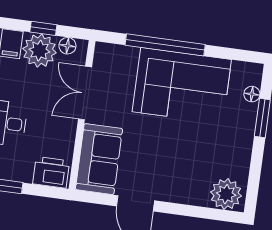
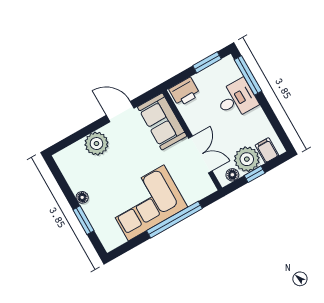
floor lamp: (252, 94) -> (82, 197), moved
plant: (226, 194) -> (96, 144), moved

